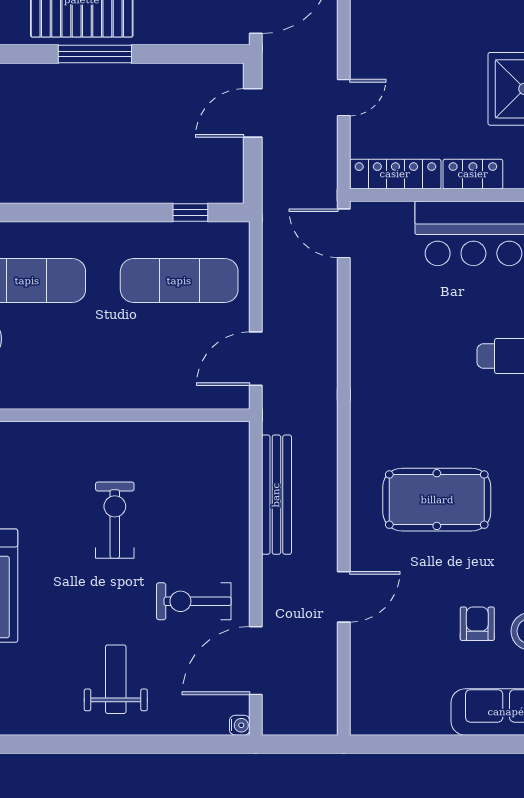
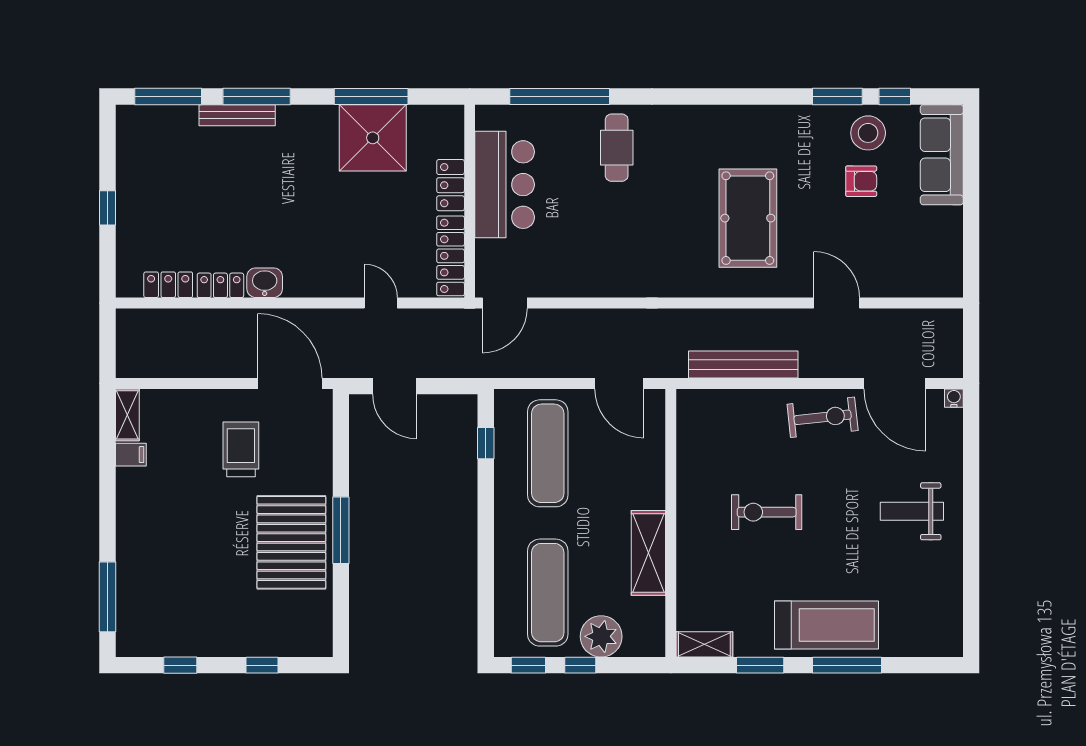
shelving: (70, 391) -> (648, 553), added
exercise bike: (194, 601) -> (823, 417), moved, turned -96
armchair: (477, 624) -> (861, 181), turned 180

